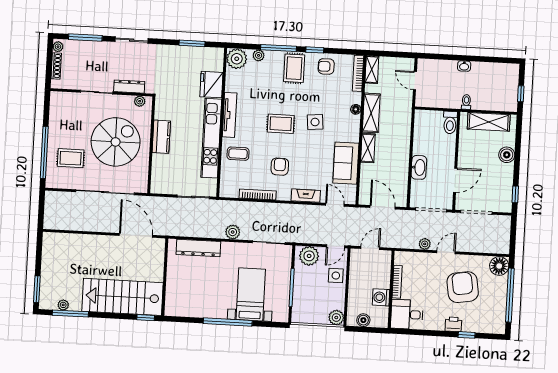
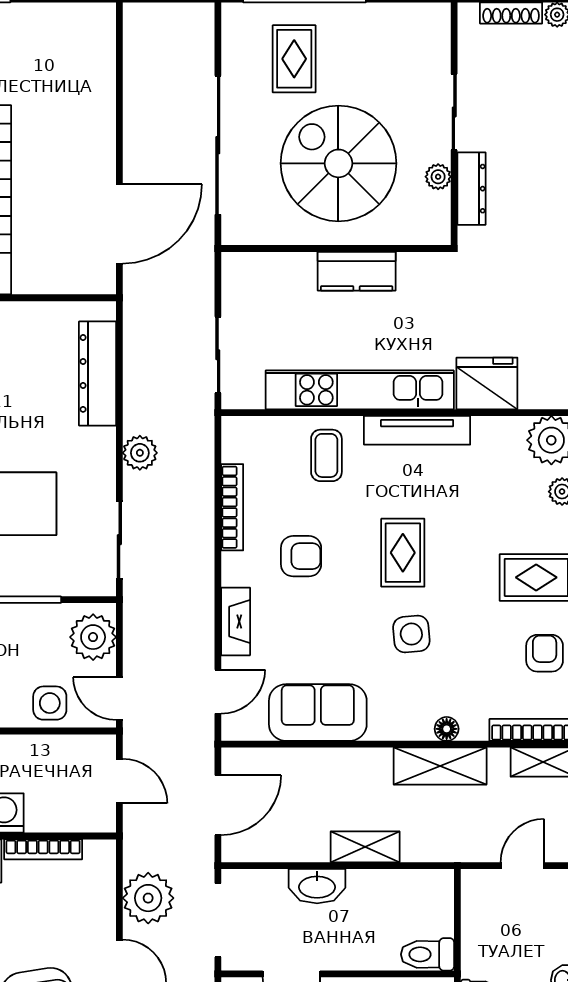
plant: (140, 101) -> (438, 177), moved
spiral stairs: (116, 142) -> (338, 163), turned 180
shelving: (368, 148) -> (365, 847), moved
plant: (425, 244) -> (148, 898), width x1.87, depth x1.87

